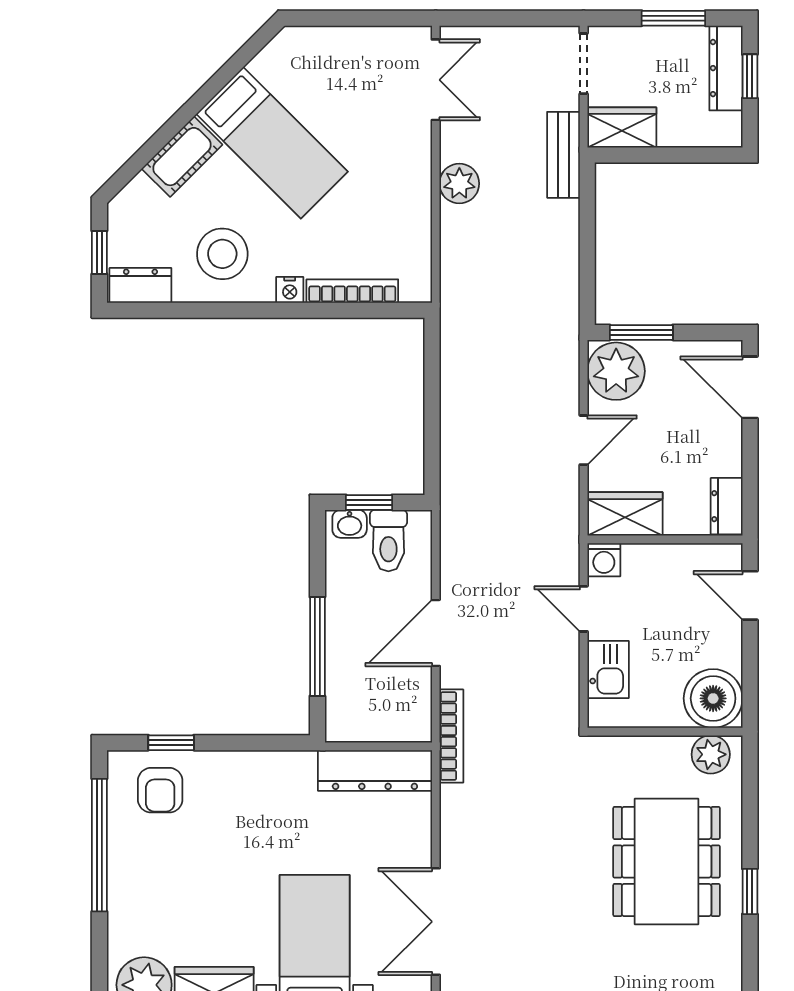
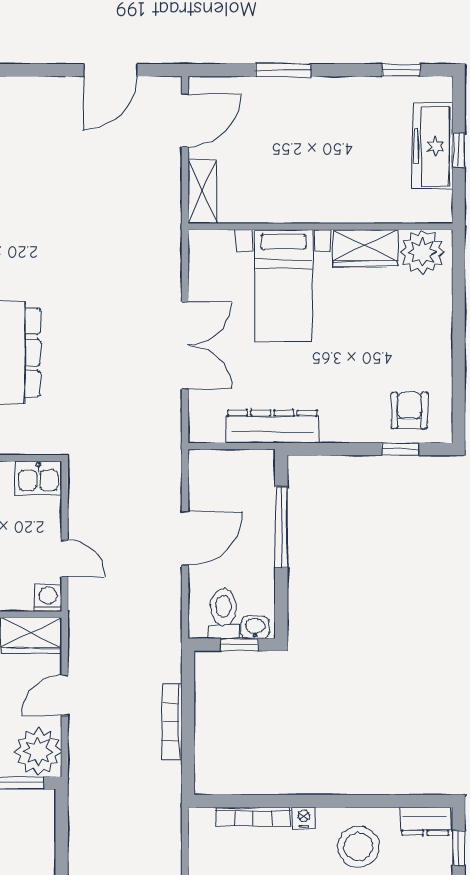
kitchen sink: (608, 670) -> (38, 478), moved, turned -90
bookcase: (451, 736) -> (172, 722), moved
dresser: (375, 770) -> (272, 427), moved
window: (99, 845) -> (459, 366), removed
double door: (436, 922) -> (185, 345), moved

